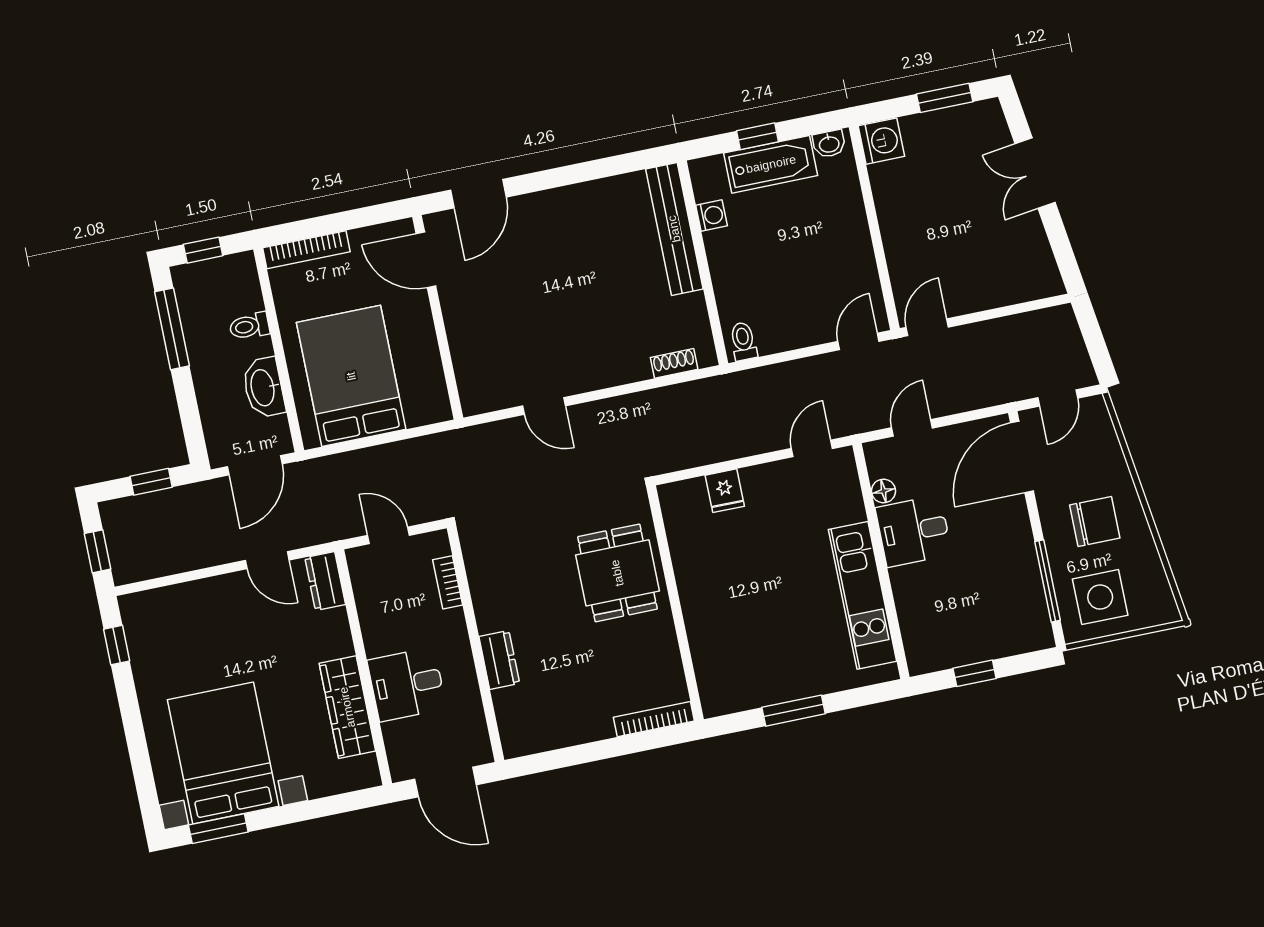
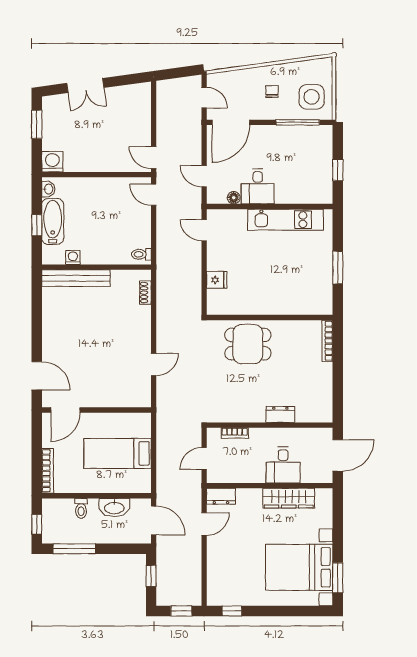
bed: (351, 376) -> (118, 453), width x0.67
door: (1022, 457) -> (231, 122), hinge flipped
chair: (1095, 521) -> (272, 92), width x0.54, depth x0.54

